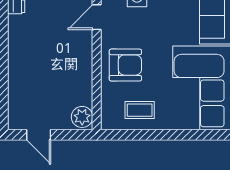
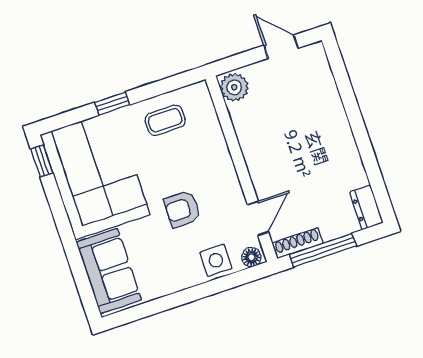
armchair: (125, 65) -> (182, 209), moved, width x0.72, depth x0.72
window: (174, 135) -> (112, 104), added

